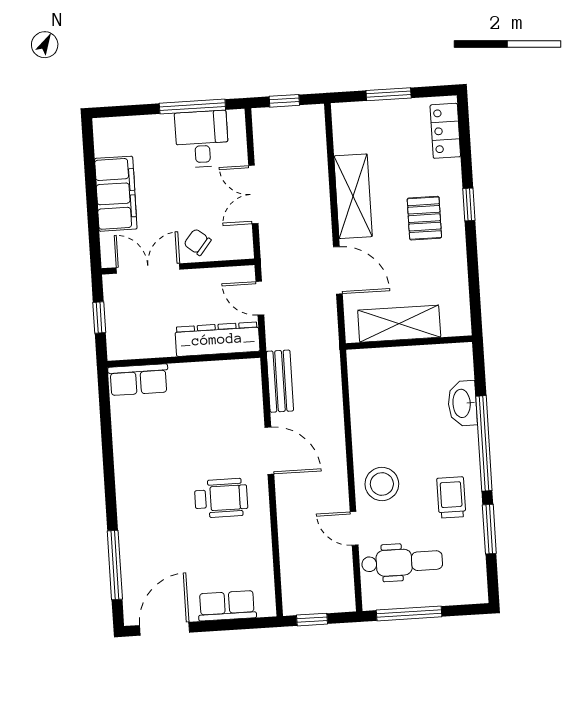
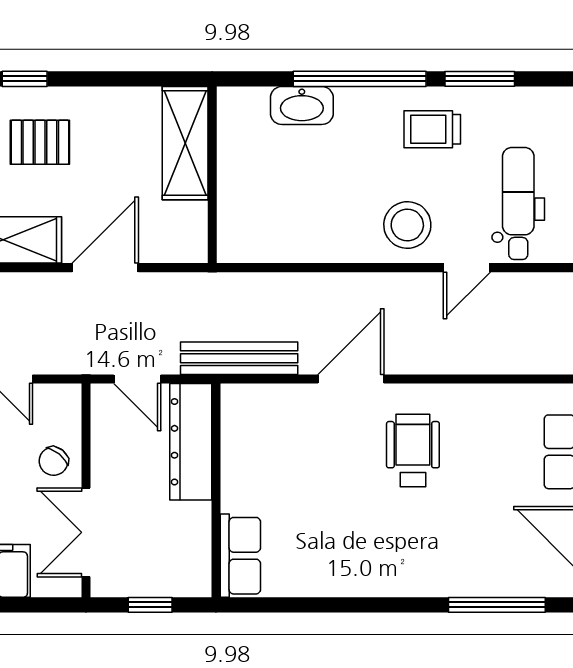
door: (260, 298) -> (137, 379), hinge flipped
shelving: (399, 324) -> (185, 143), moved
bench: (280, 381) -> (239, 358), width x1.36

